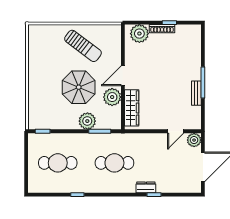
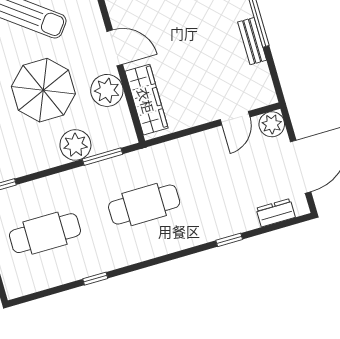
door: (123, 76) -> (115, 48), swing flipped
dresser: (146, 187) -> (276, 213), moved

